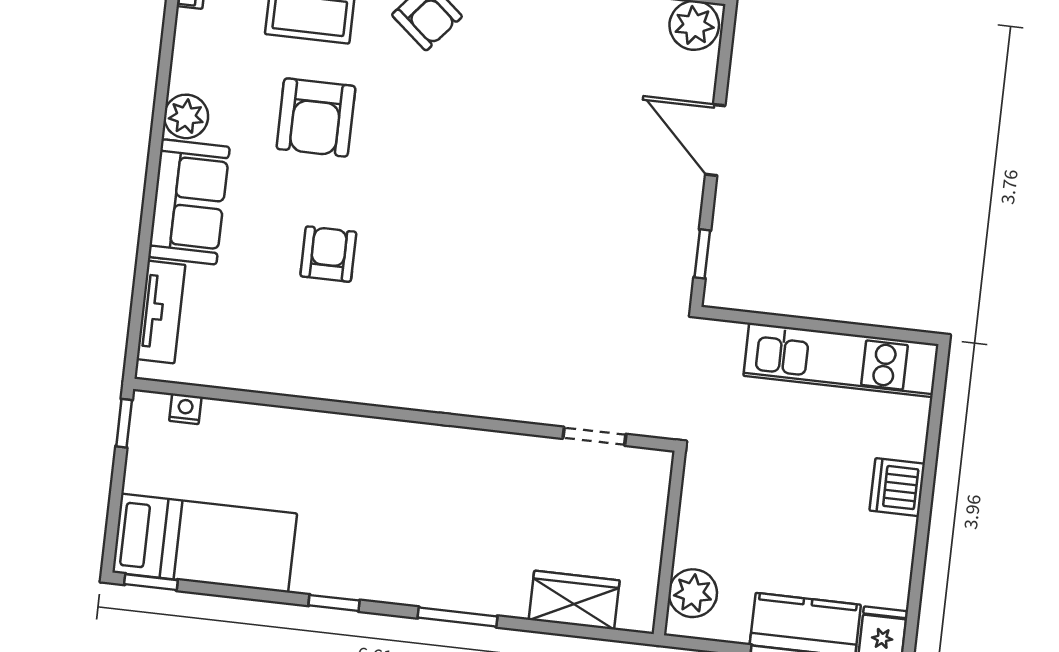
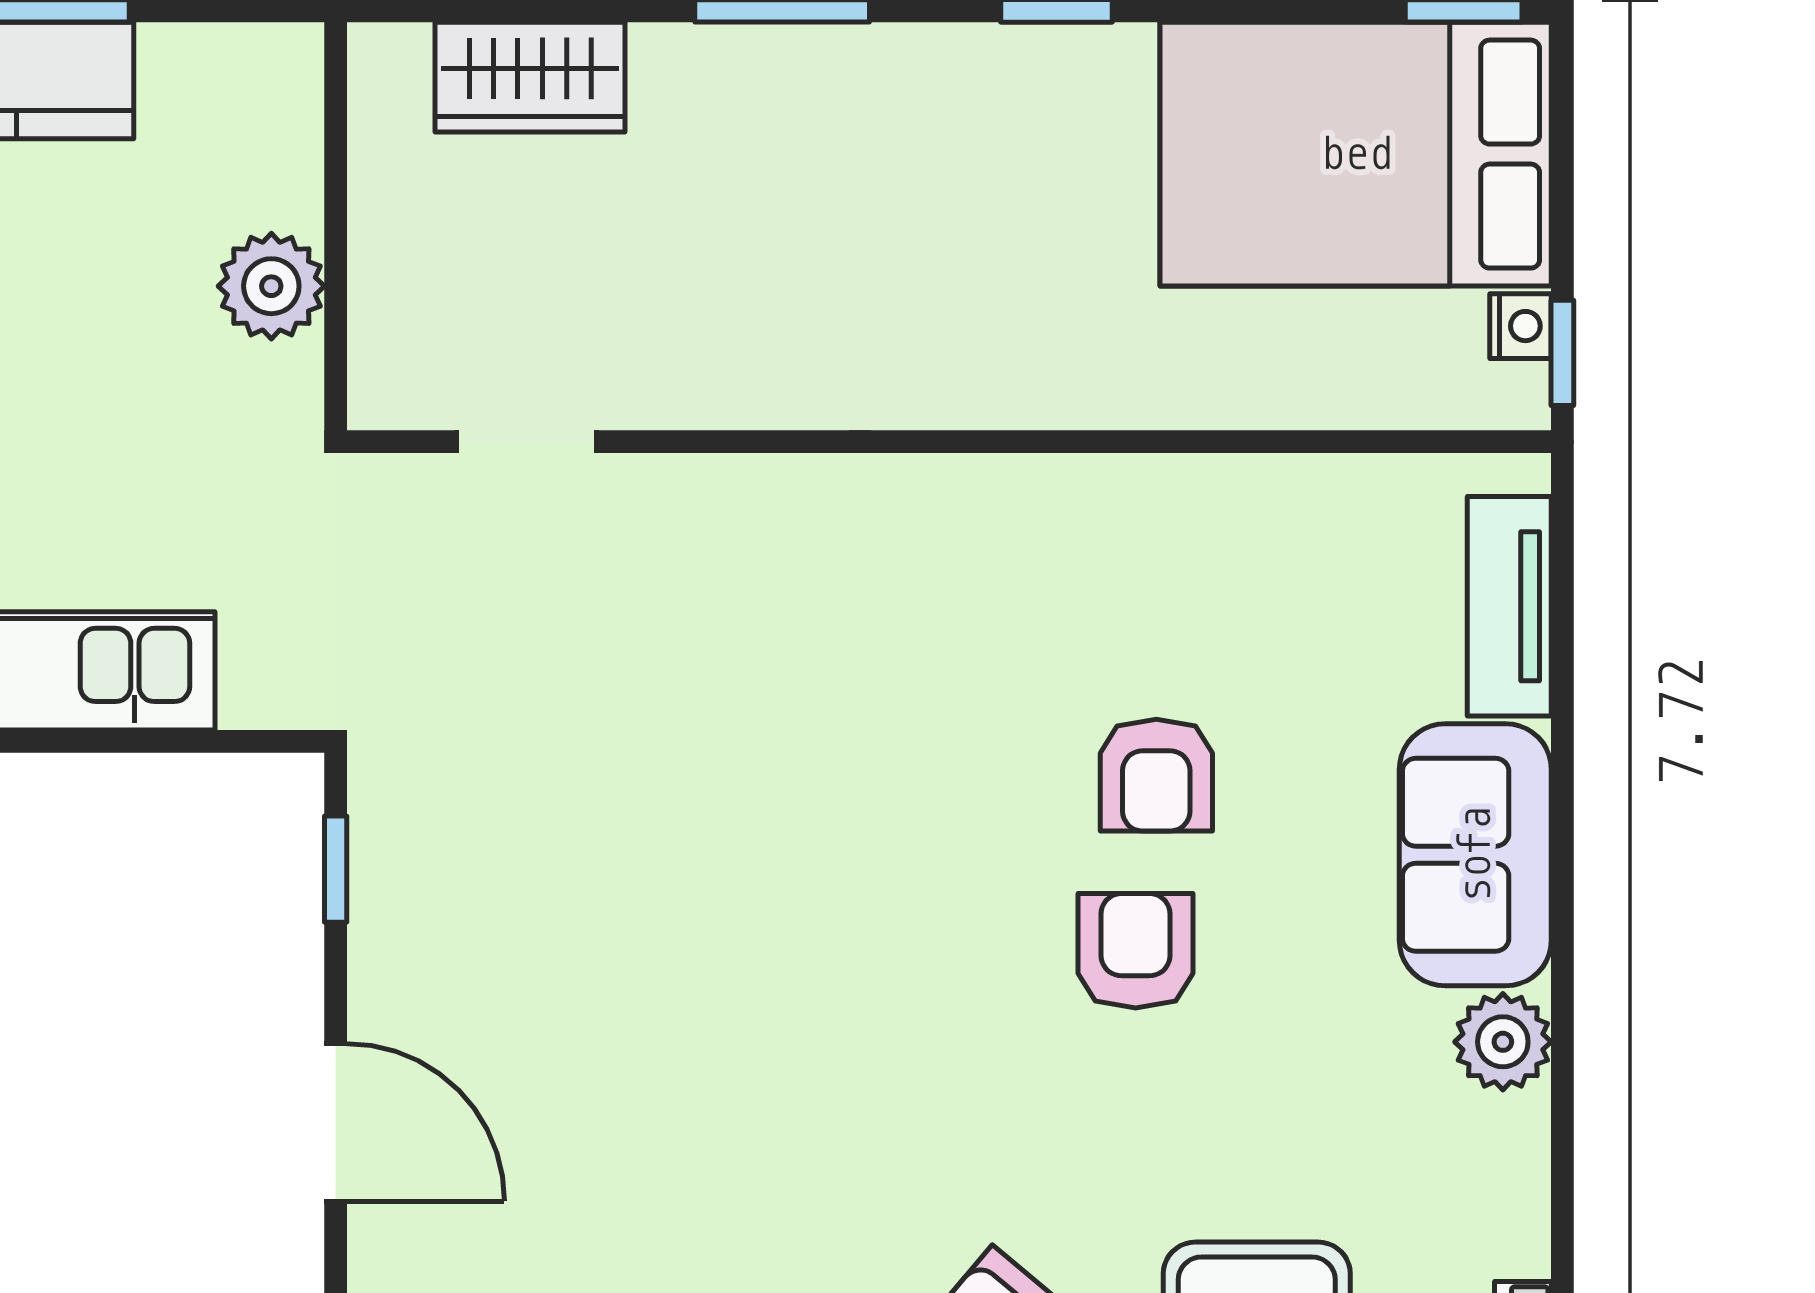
armchair: (316, 117) -> (1136, 951), moved, width x0.72, depth x0.72
nightstand: (185, 409) -> (1520, 326), moved, turned -90
bed: (205, 543) -> (1356, 154), width x1.50
plant: (693, 593) -> (271, 286), moved

